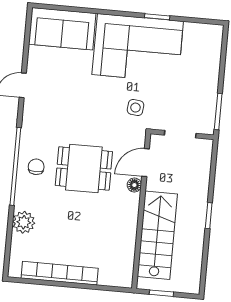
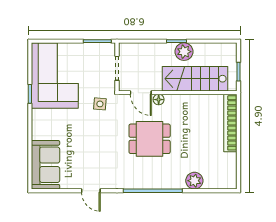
corner sofa: (138, 48) -> (55, 76), moved
chair: (36, 167) -> (152, 175), removed
dining table: (84, 168) -> (150, 139), turned 90
plant: (194, 224) -> (184, 52), added
bookcase: (60, 273) -> (230, 123), moved

